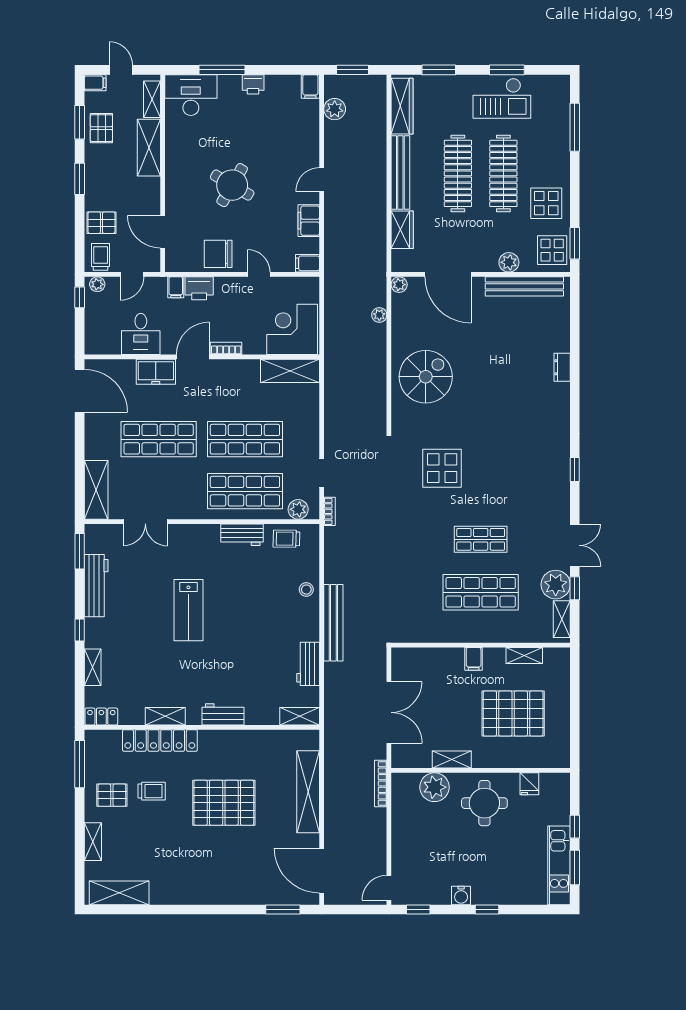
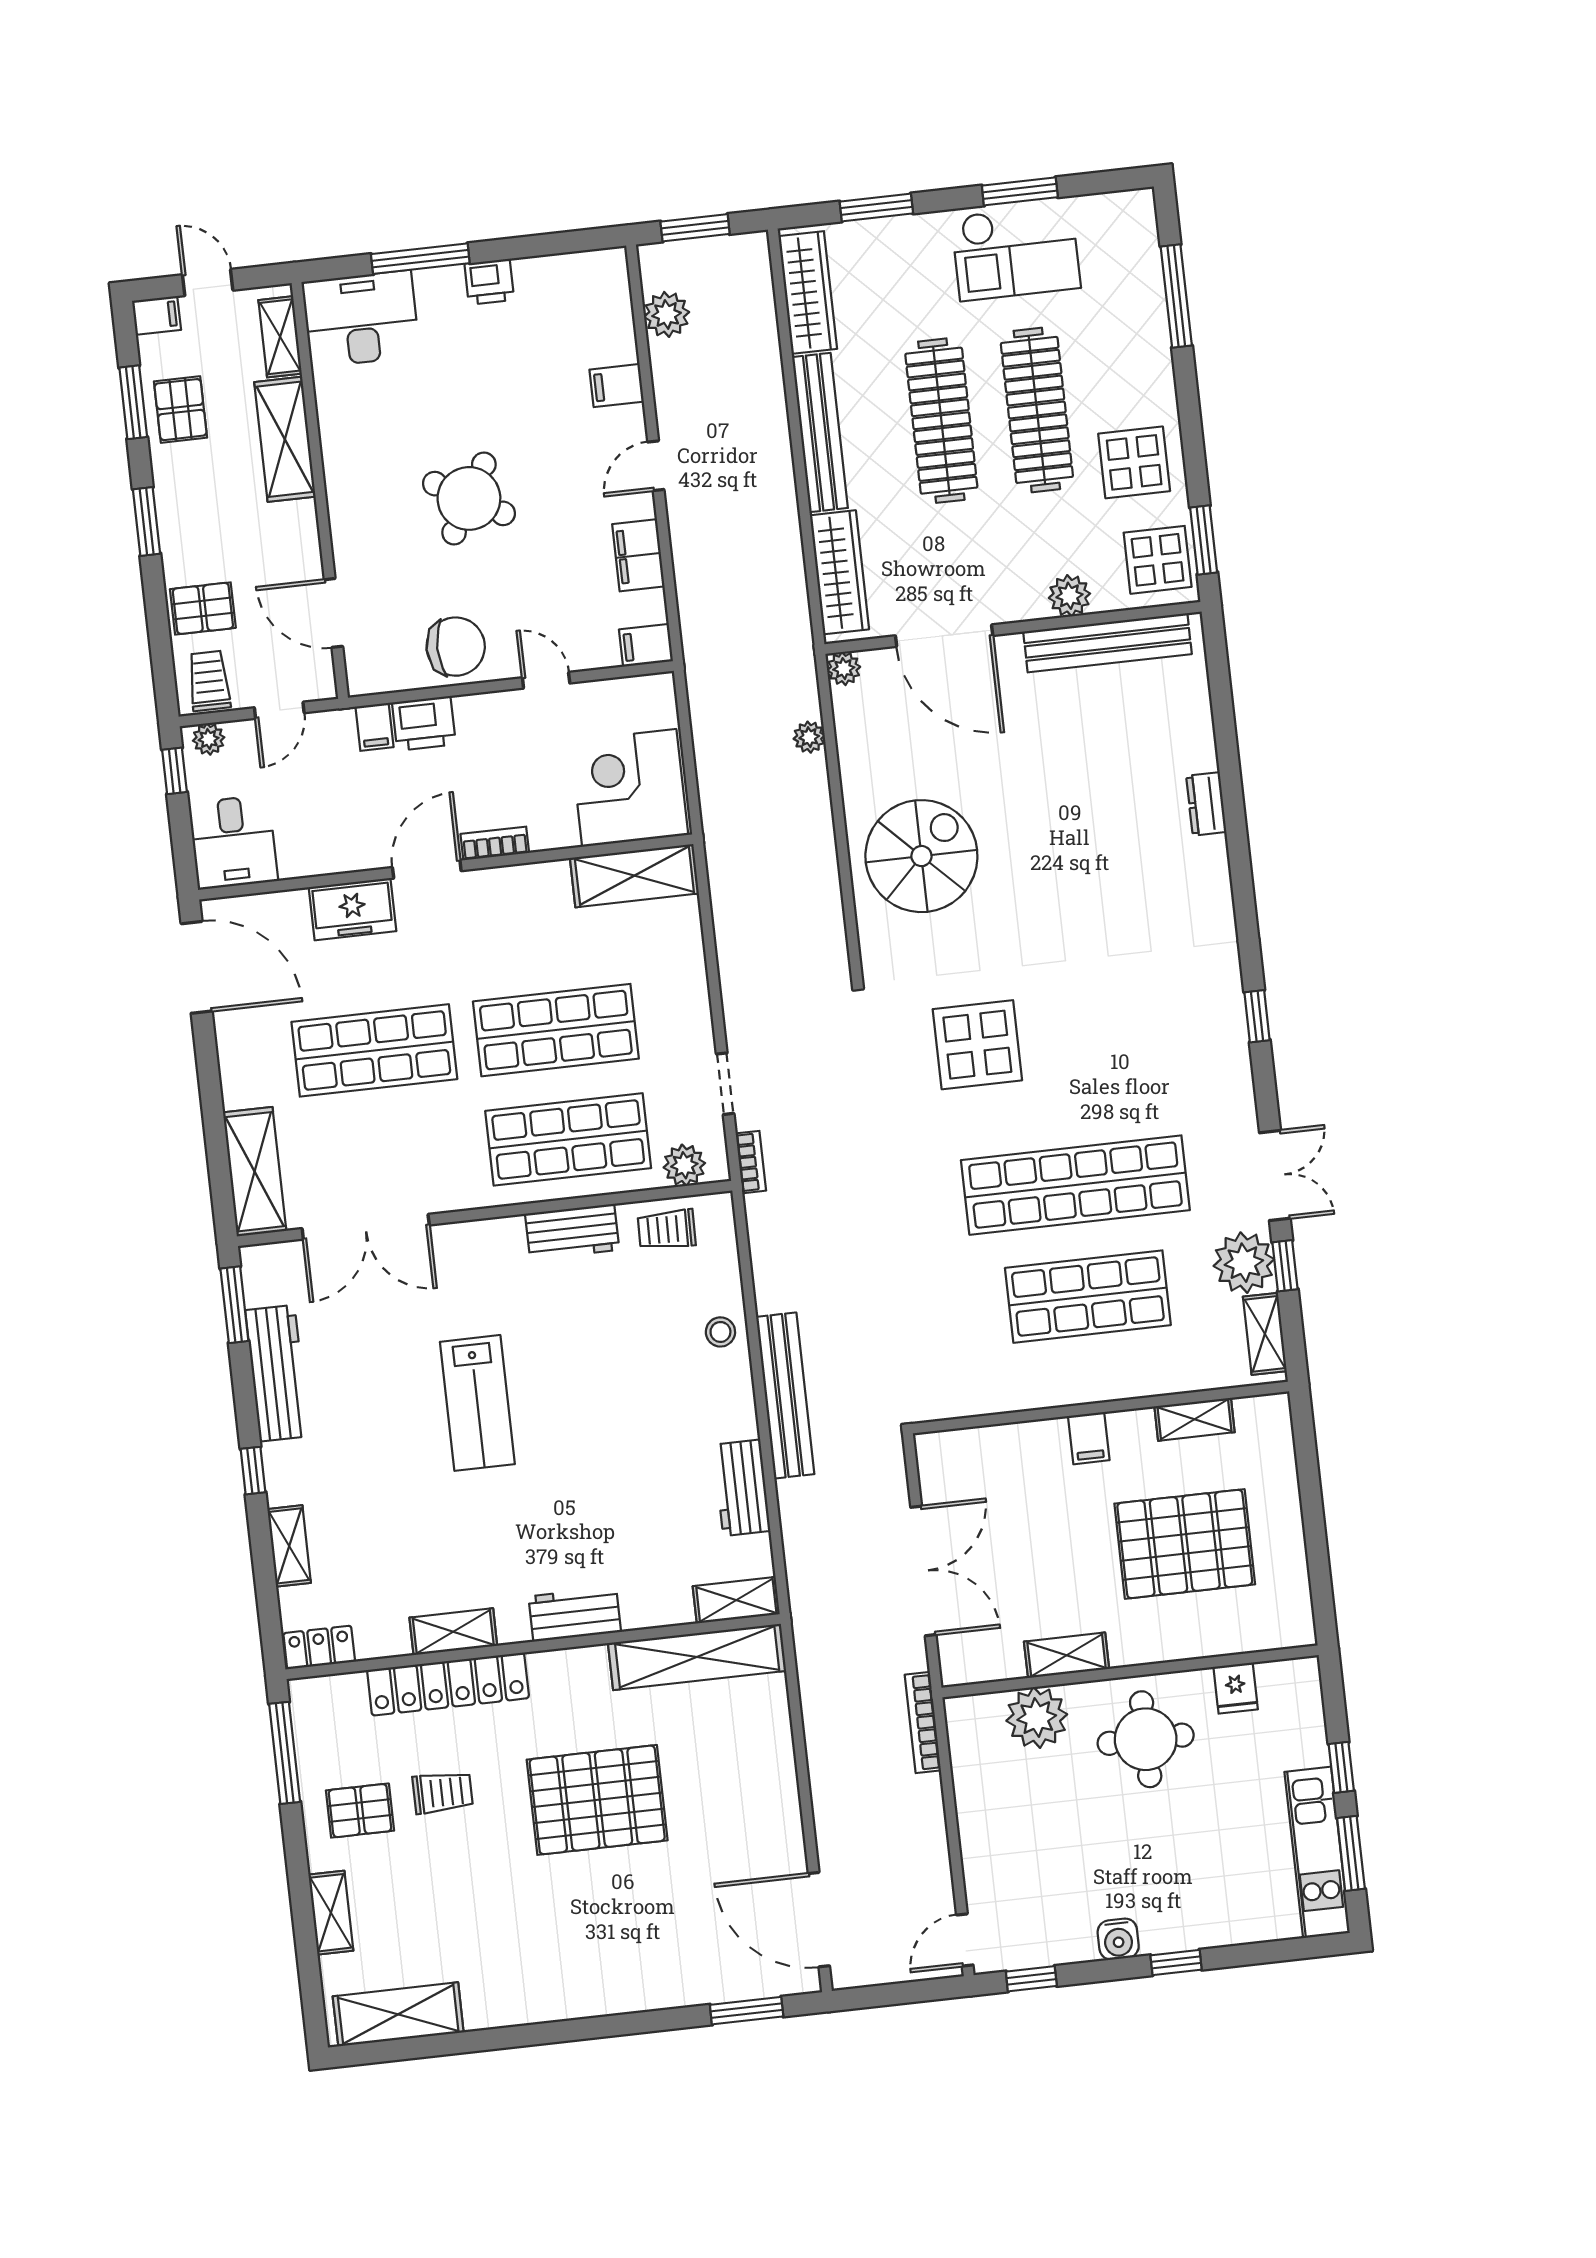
filing cabinet: (310, 87) -> (617, 386), moved, turned 90
wardrobe: (402, 230) -> (839, 572), width x1.50
chair: (218, 254) -> (456, 647), turned 180
desk: (141, 334) -> (233, 842), moved
double door: (145, 522) -> (366, 1227), width x1.37
shop shelf: (481, 539) -> (1075, 1185), width x2.00, depth x1.36
shelving: (308, 792) -> (697, 1657), moved, turned 90

